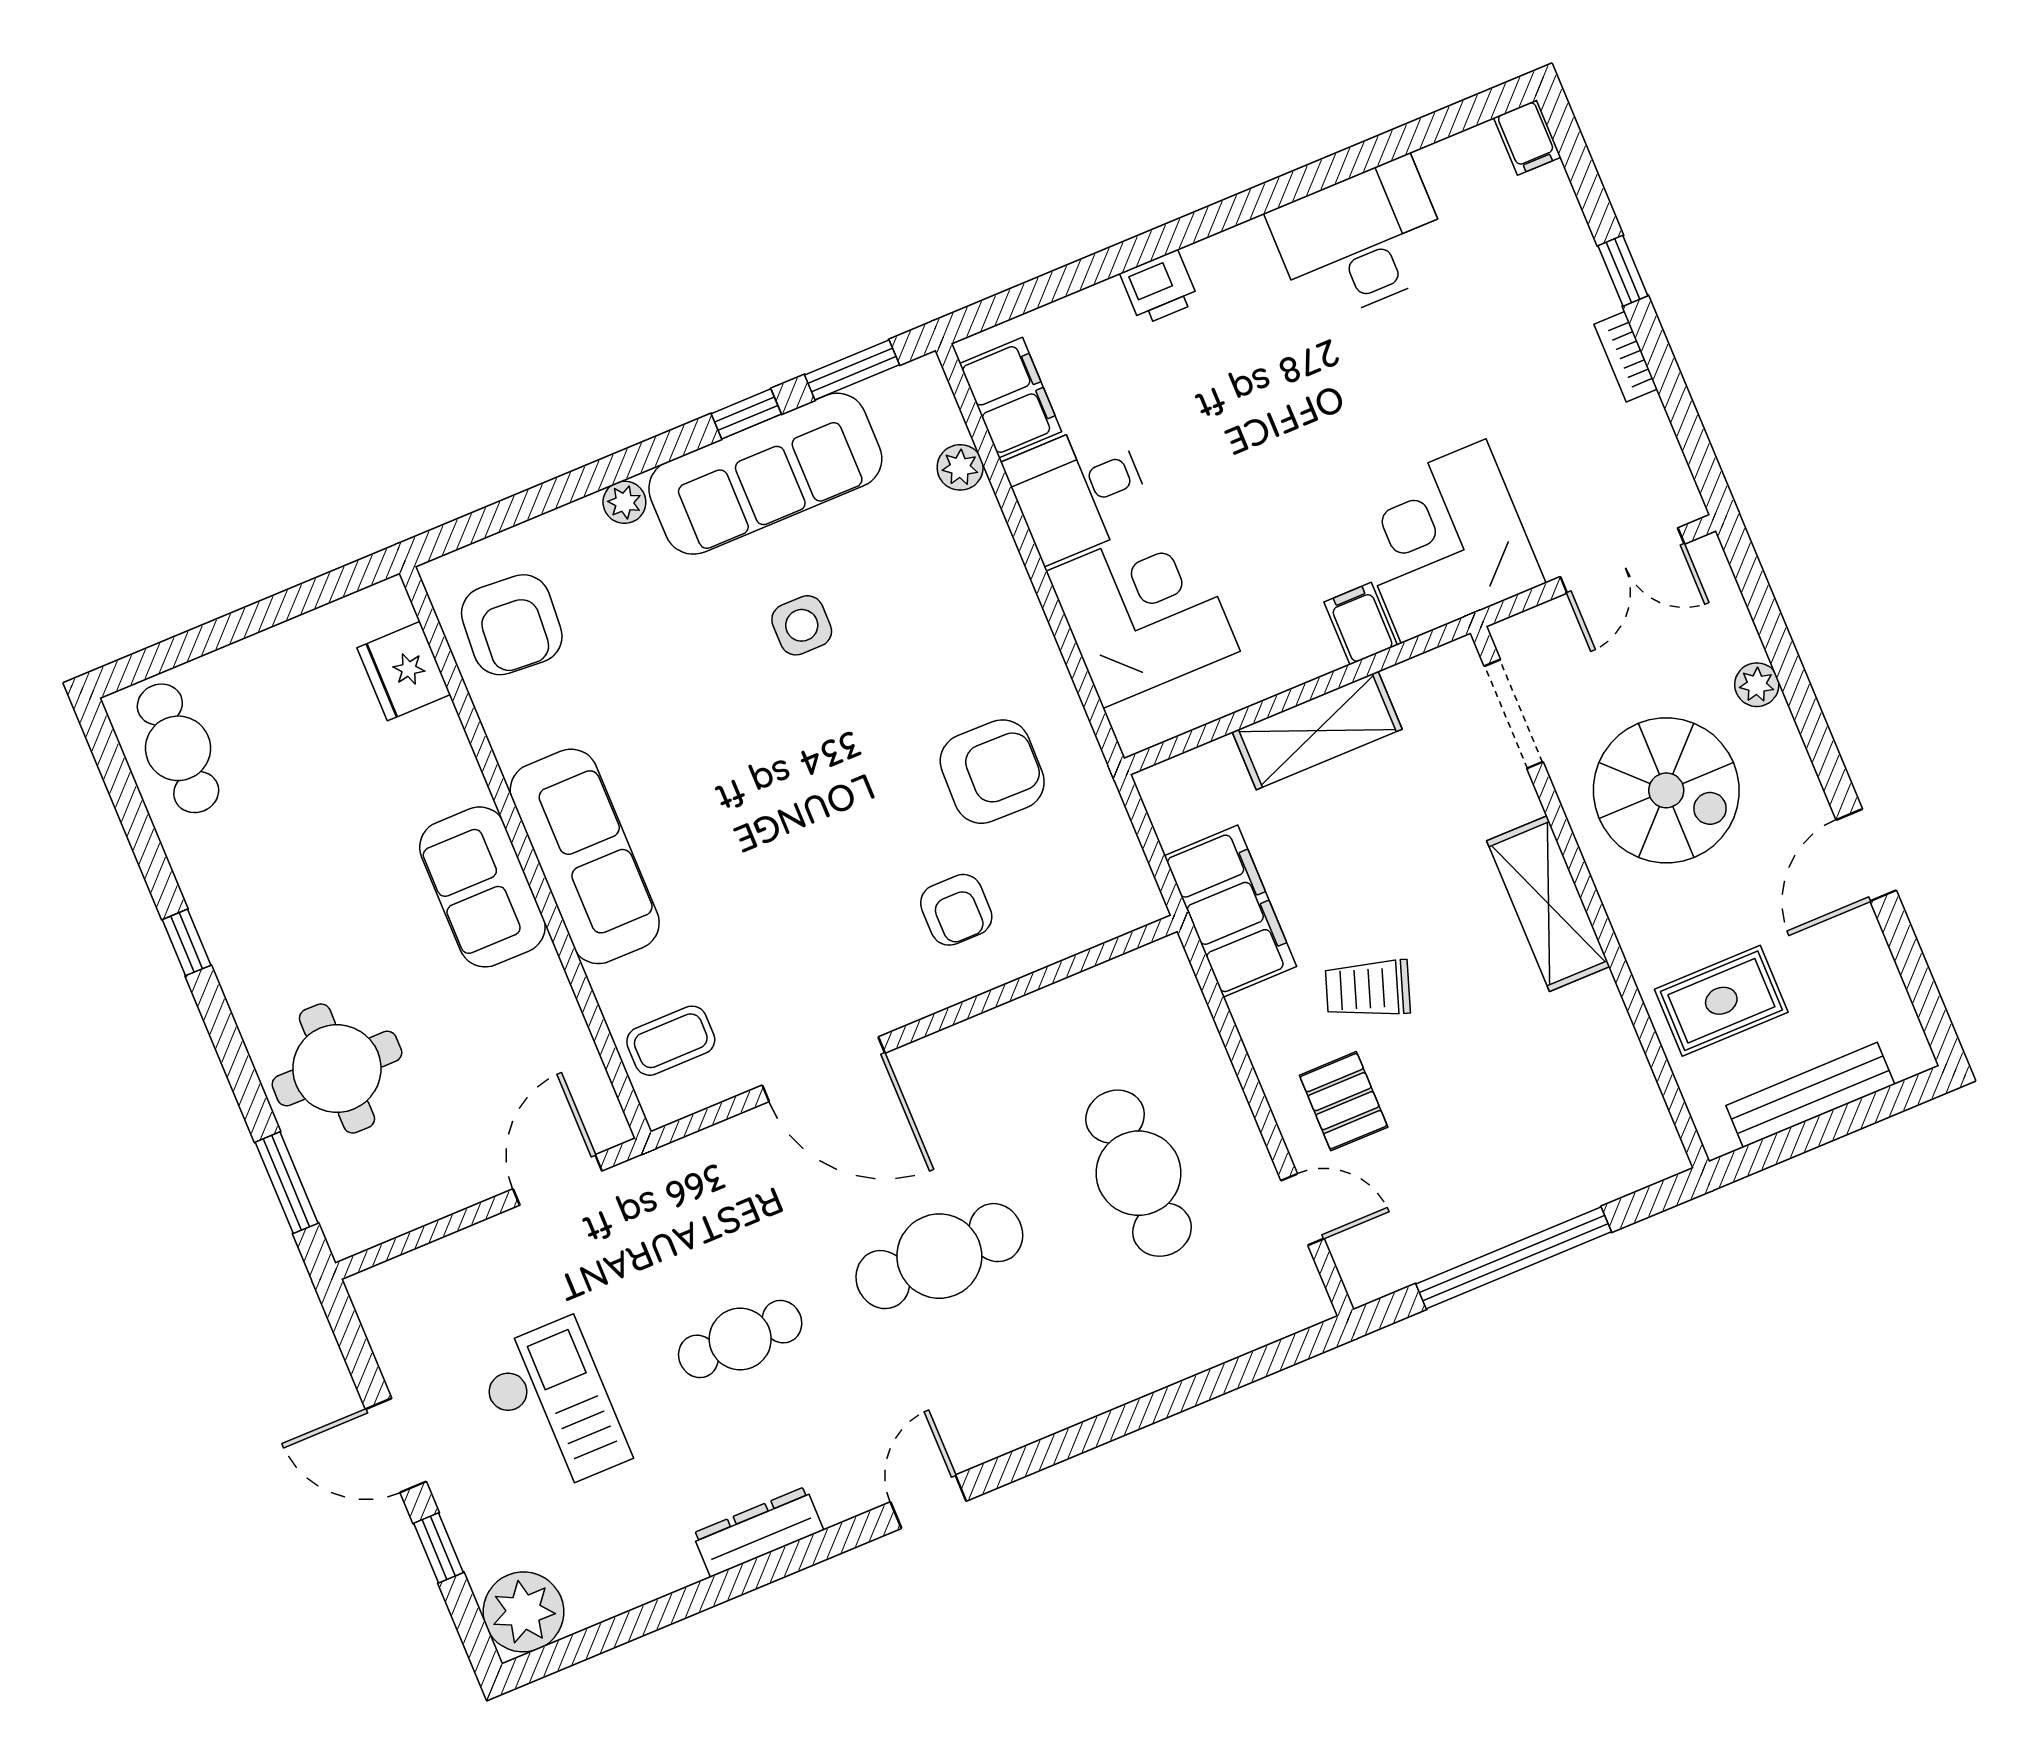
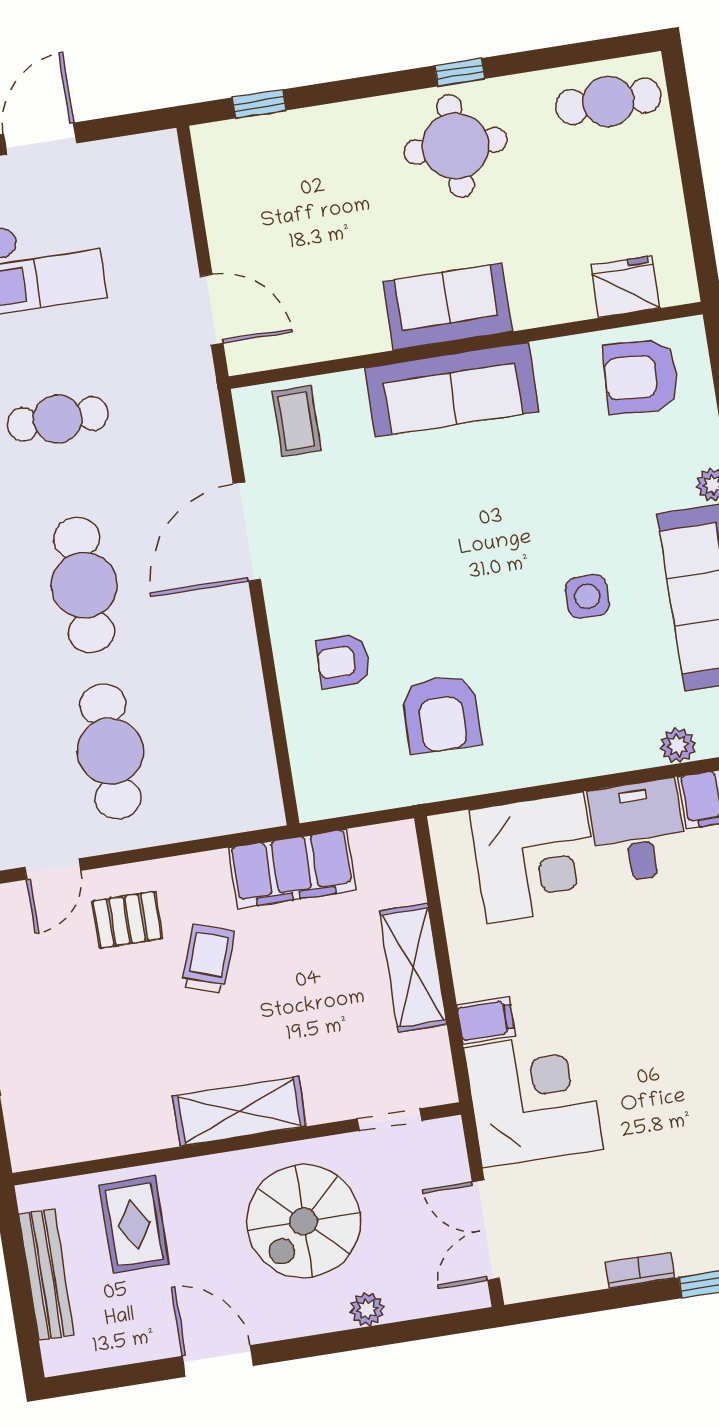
doorway: (1514, 714) -> (389, 1120), width x0.73
round table: (337, 1069) -> (455, 146), moved
cafe table: (1139, 1173) -> (110, 751), turned 90
window: (287, 1183) -> (259, 104), width x0.67
cafe table: (740, 1339) -> (58, 419), turned 90

